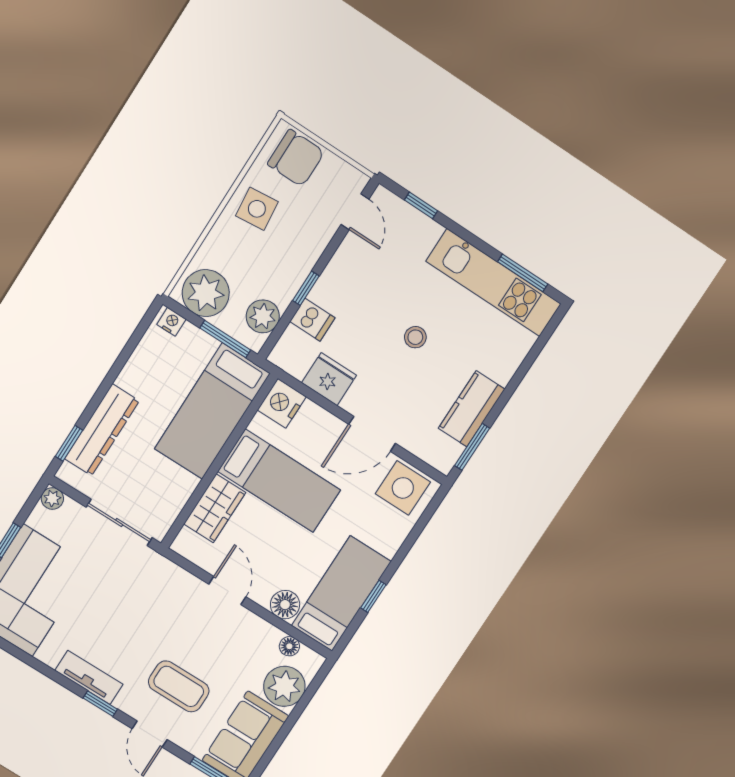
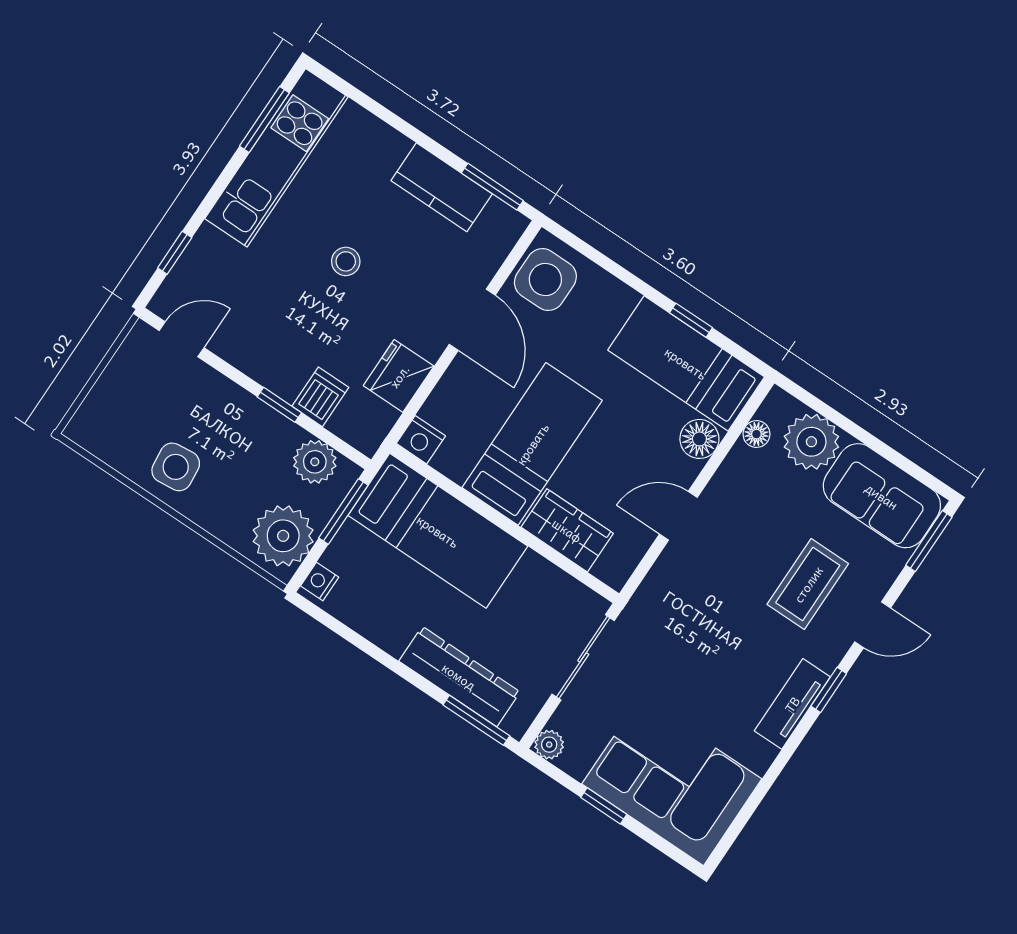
chair: (296, 158) -> (112, 415), removed
nightstand: (282, 403) -> (421, 440), width x0.74, depth x0.75
window: (69, 443) -> (476, 720), width x1.50

